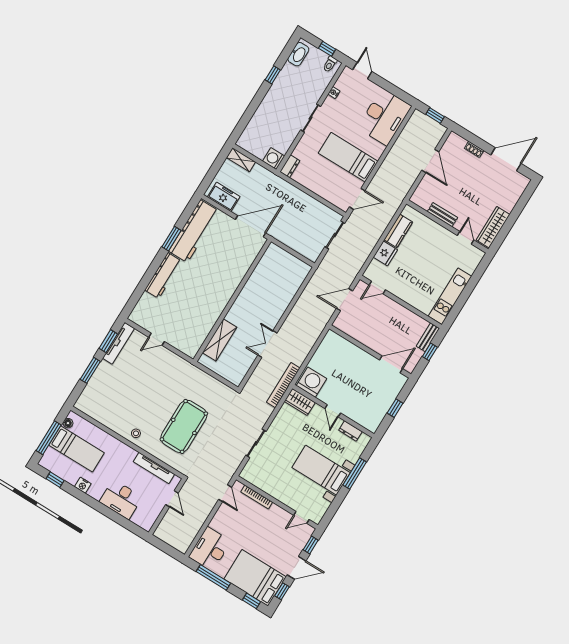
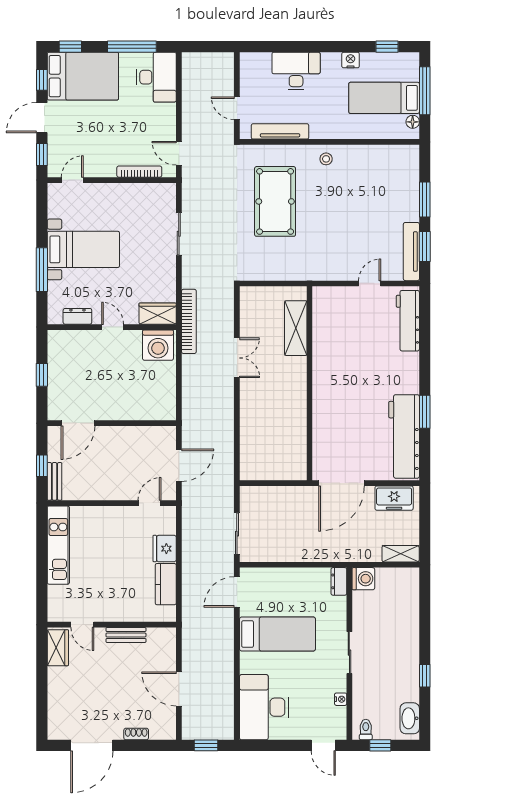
wardrobe: (493, 227) -> (58, 648), width x0.67
workbench: (163, 276) -> (408, 321), moved

